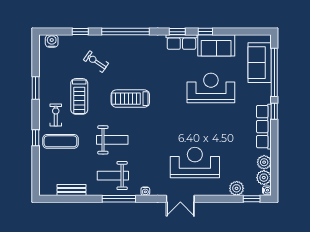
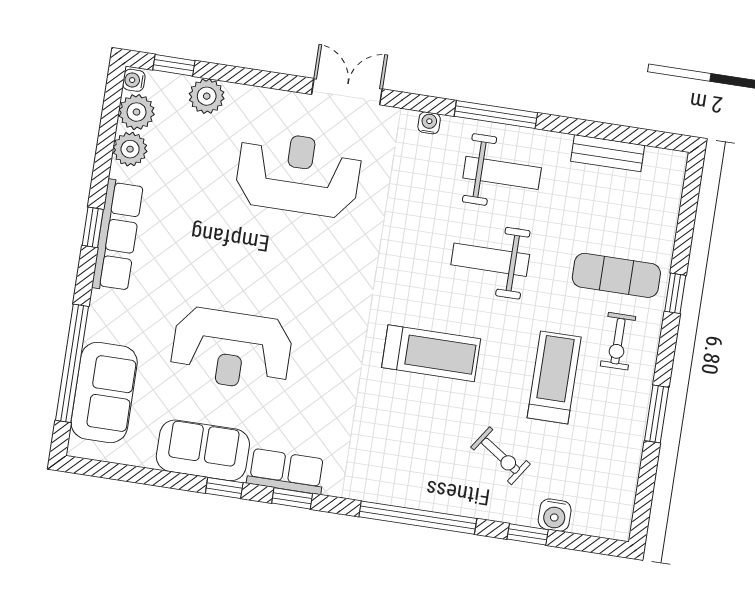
water cooler: (52, 41) -> (555, 515), moved
window: (274, 111) -> (93, 227), moved
reception desk: (195, 163) -> (298, 174), turned 180

